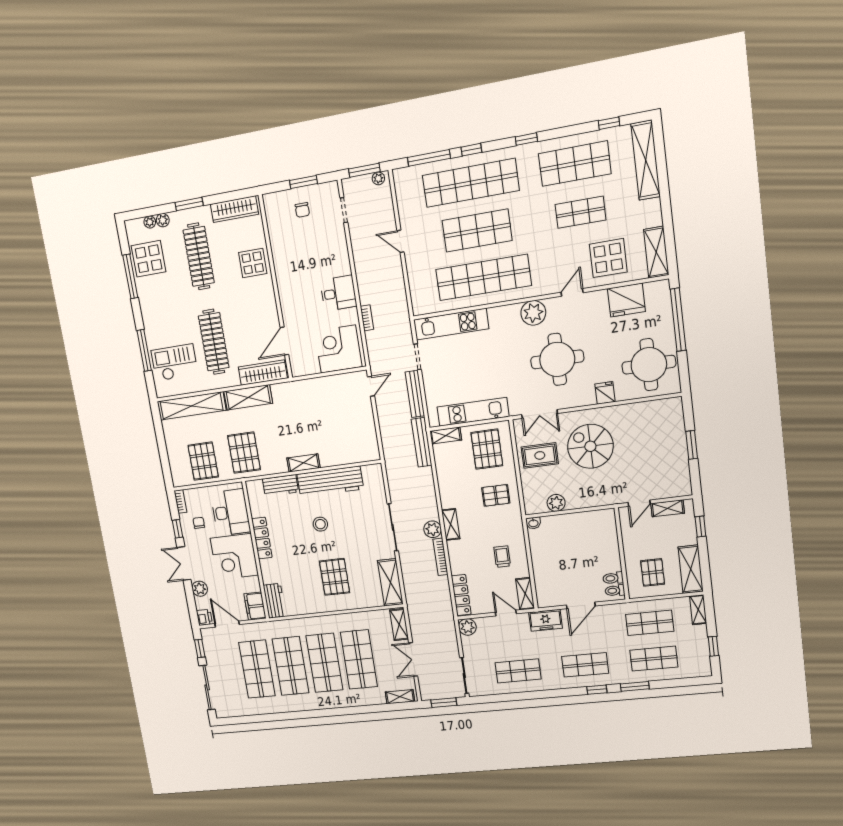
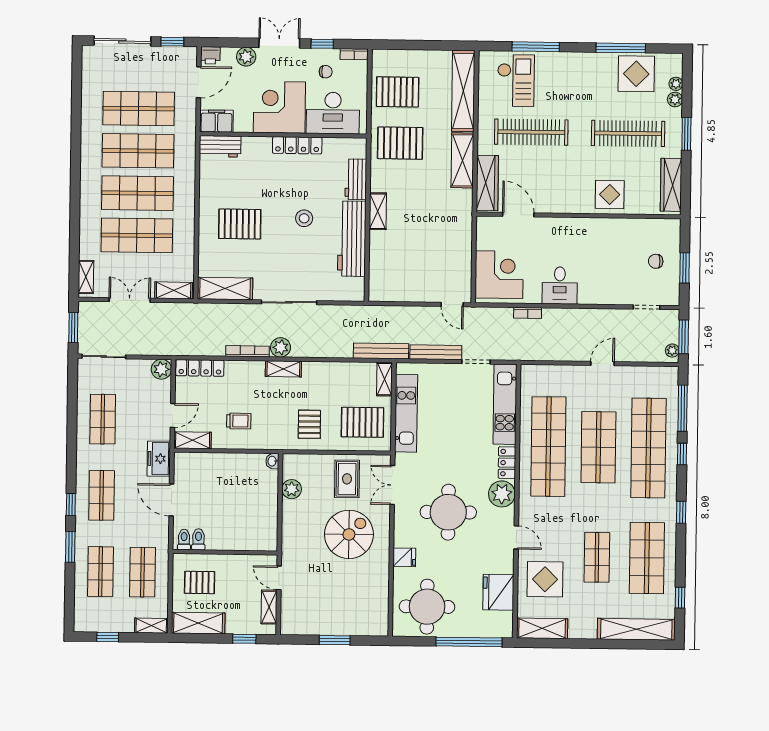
locker: (504, 313) -> (507, 463), added

